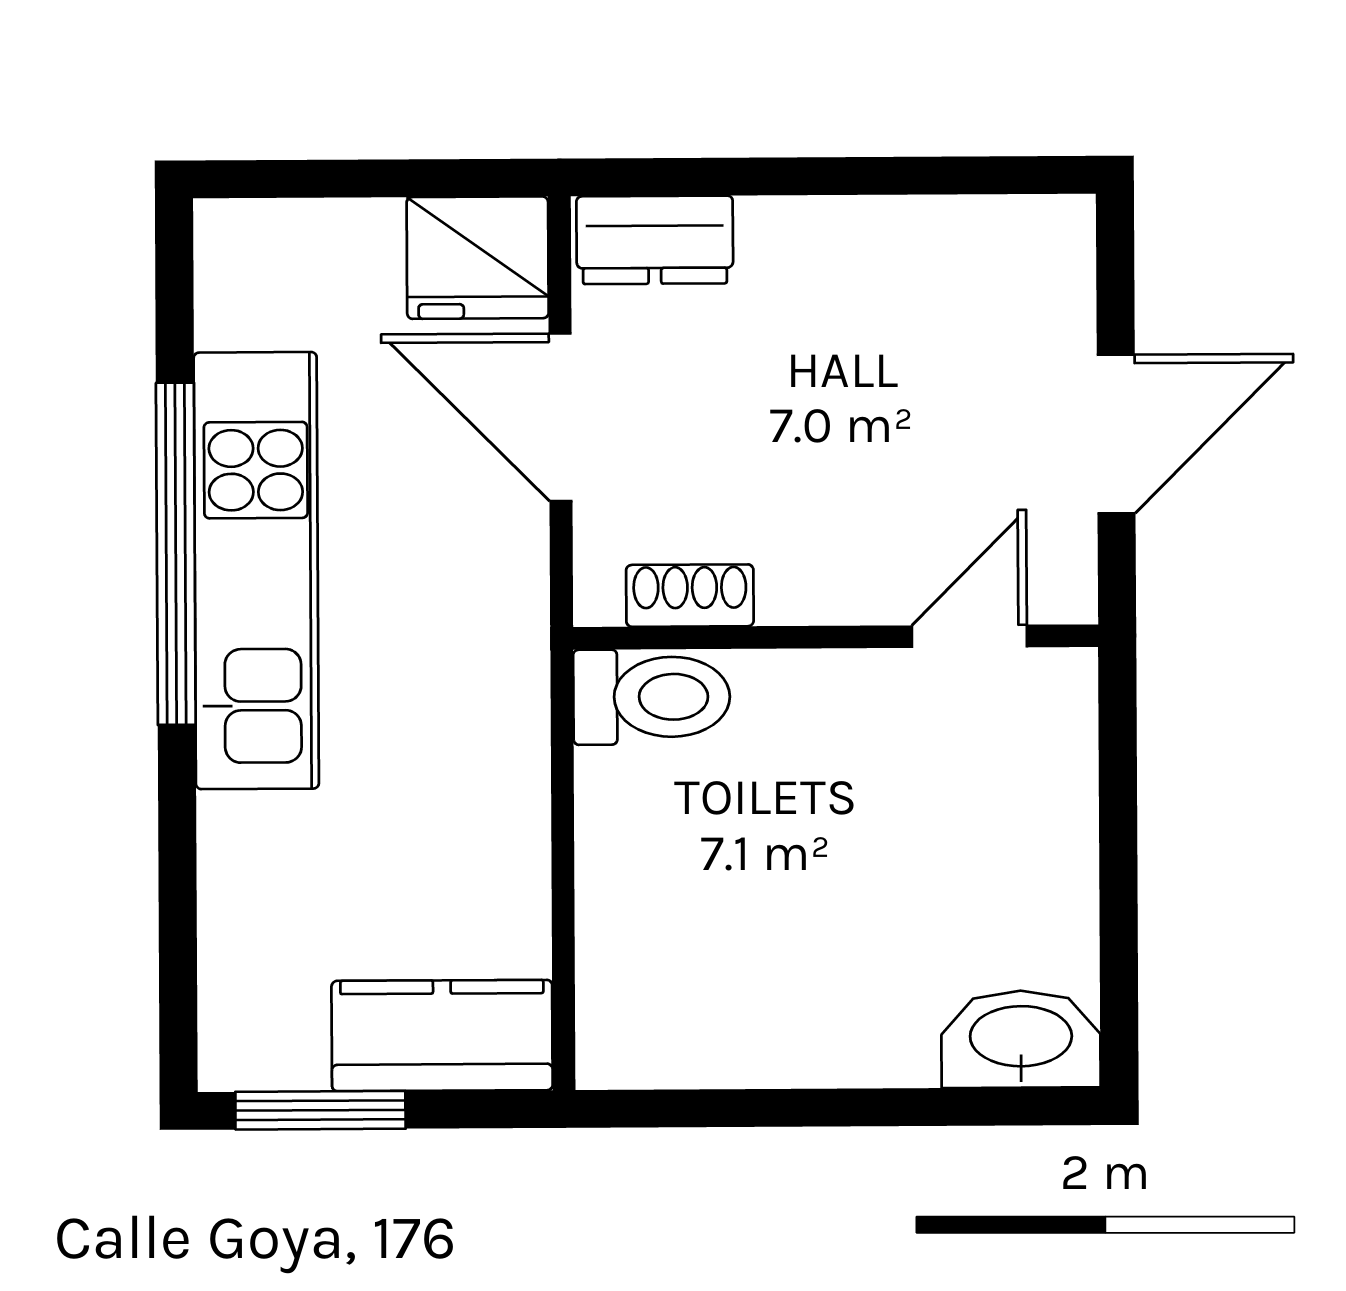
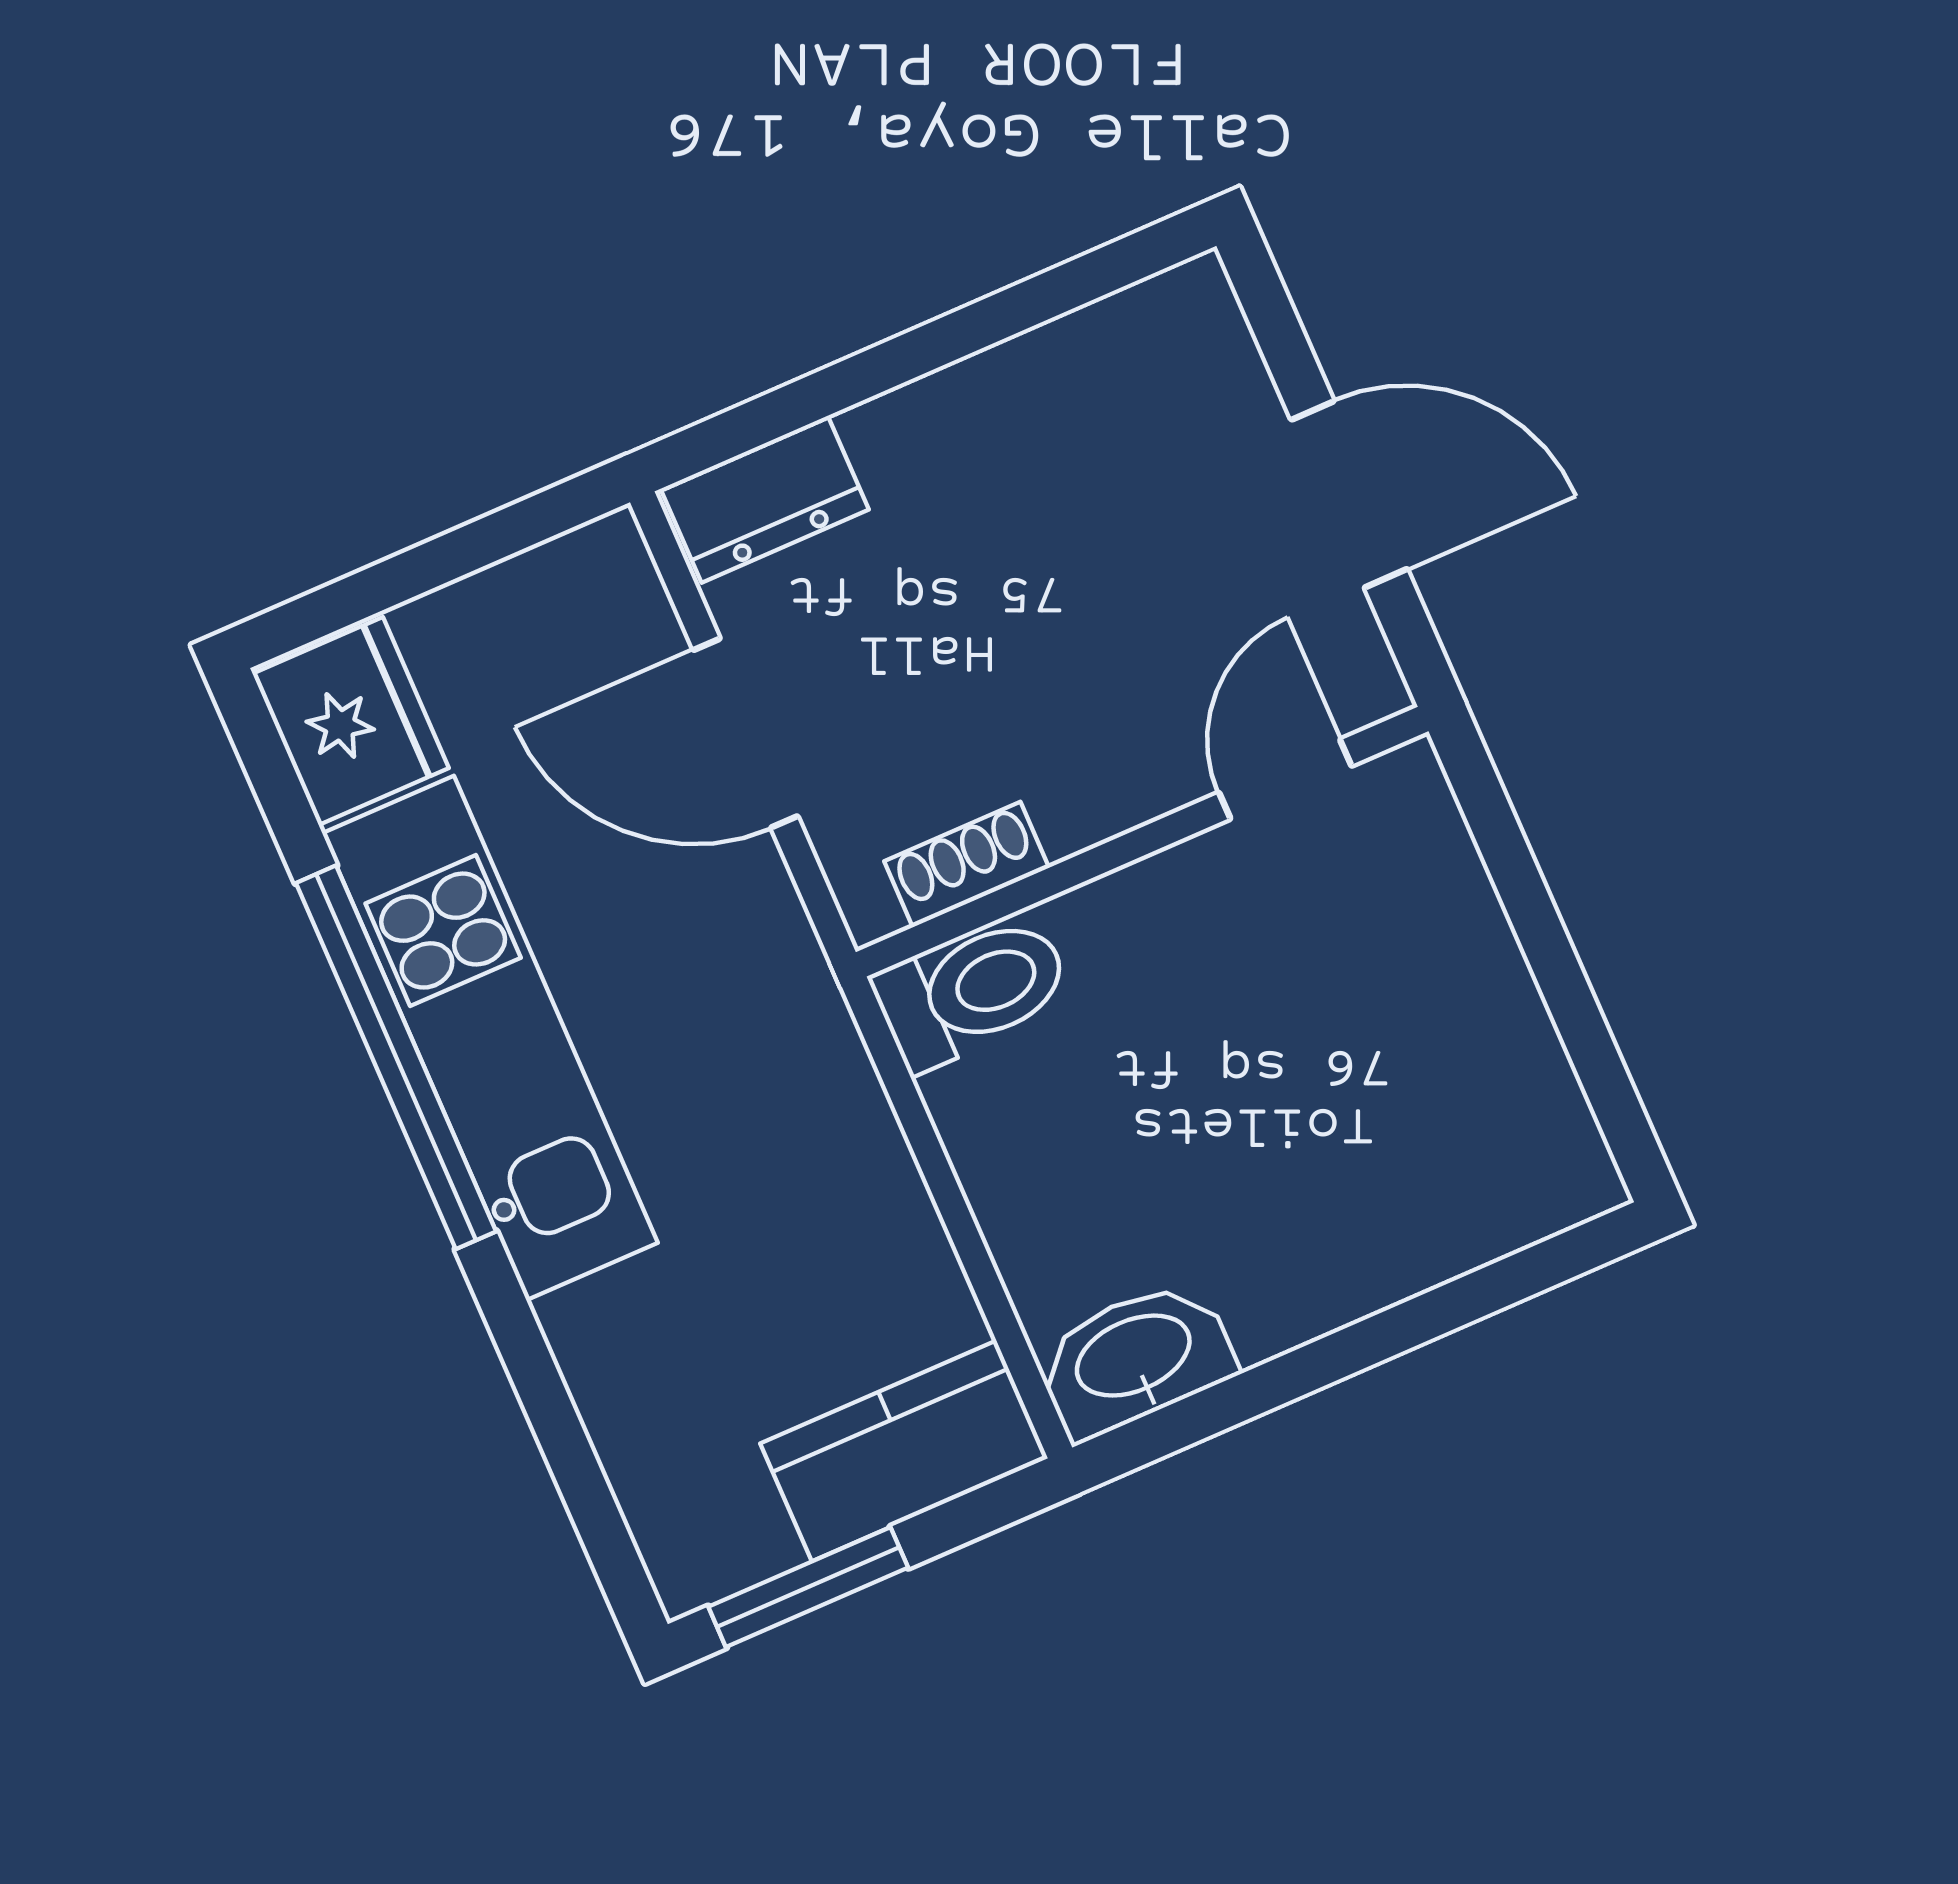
fridge: (478, 258) -> (351, 721), moved, turned -90
door: (1116, 434) -> (1349, 494), hinge flipped
washbasin: (1021, 1039) -> (1135, 1359), moved

